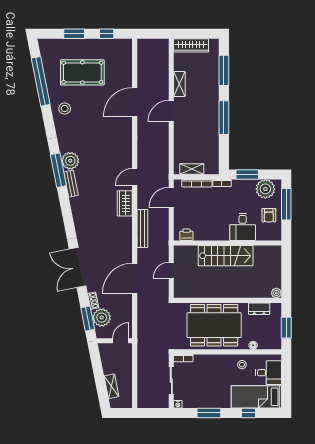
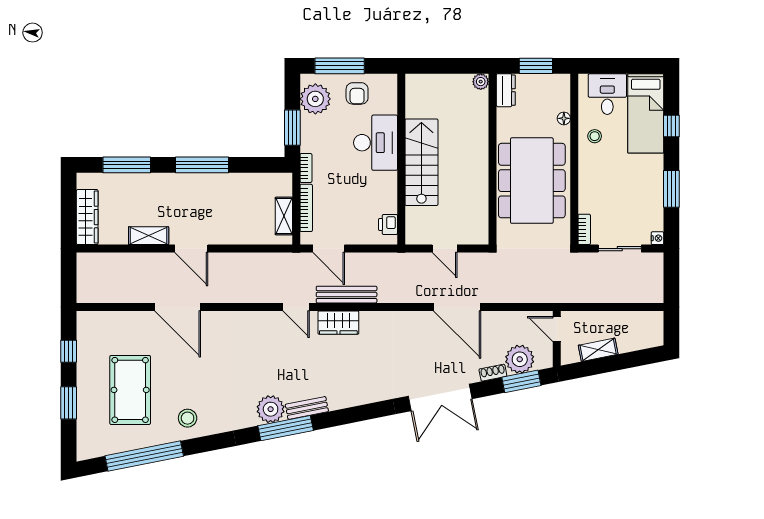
armchair: (269, 215) -> (357, 93), turned 90
desk: (243, 227) -> (375, 143), width x1.37
bench: (142, 229) -> (347, 295), moved
dresser: (259, 309) -> (506, 90), moved
shelving: (111, 386) -> (598, 350), moved

